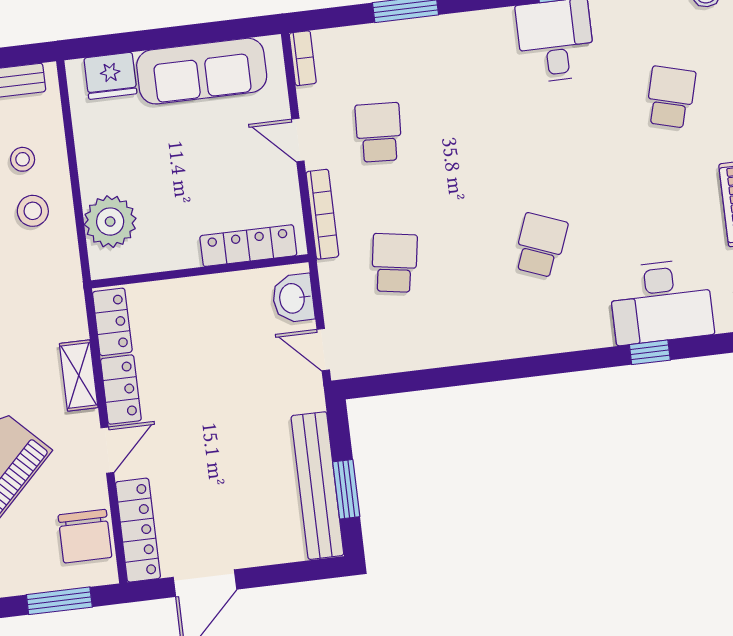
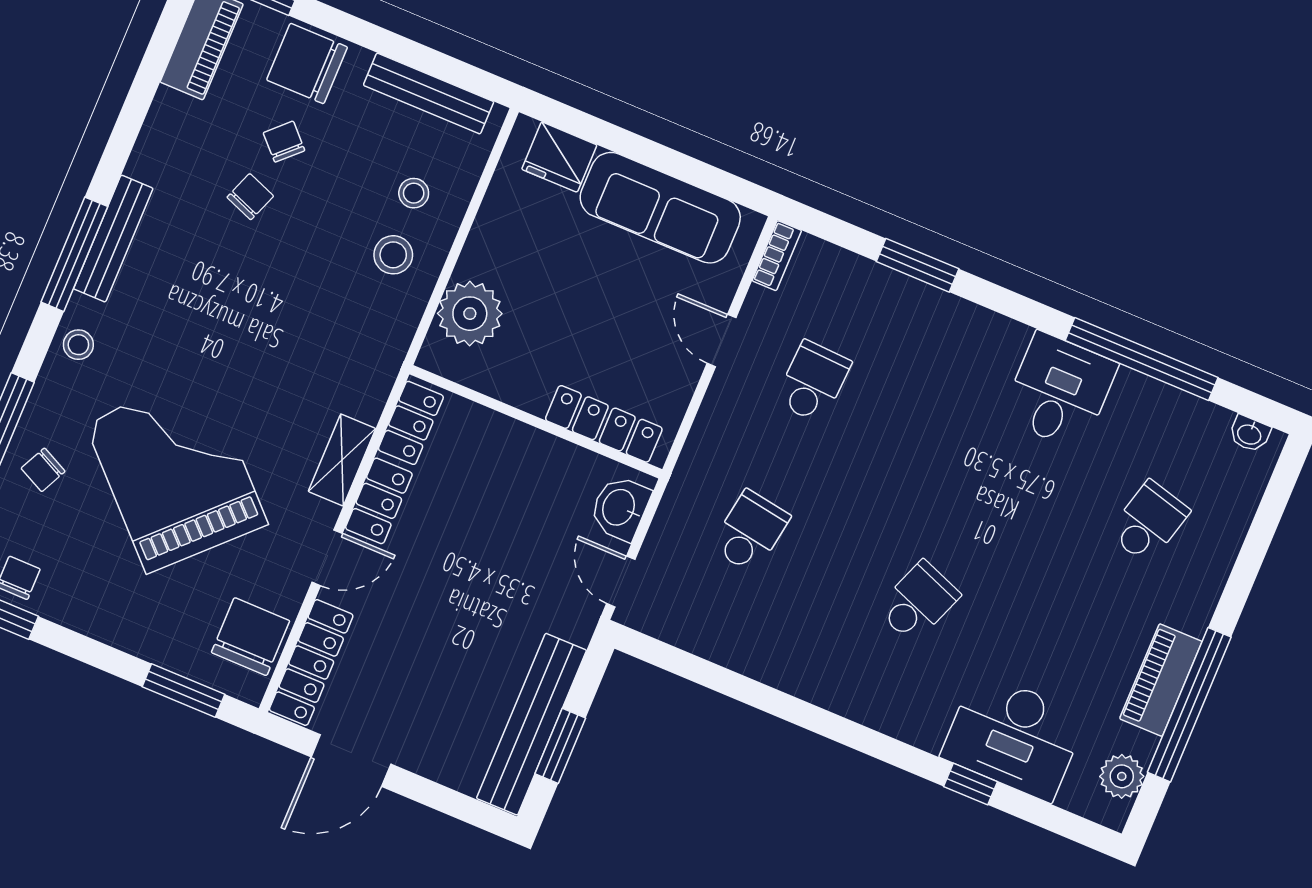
bookcase: (322, 214) -> (703, 435), removed
chair: (85, 536) -> (250, 637), turned 180

